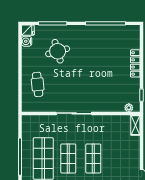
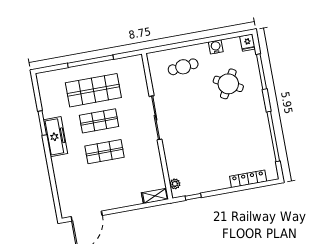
water cooler: (27, 41) -> (216, 47), moved
round table: (58, 51) -> (228, 84), turned 45
locker: (135, 63) -> (248, 179), moved

